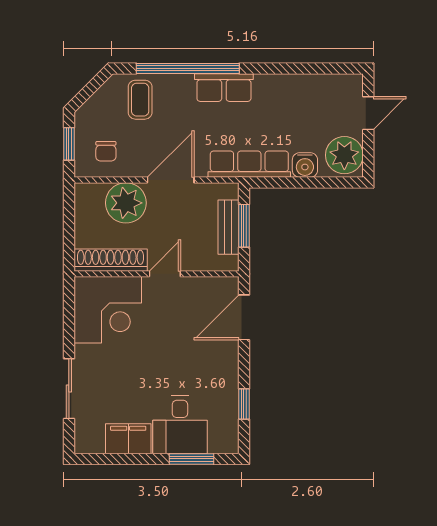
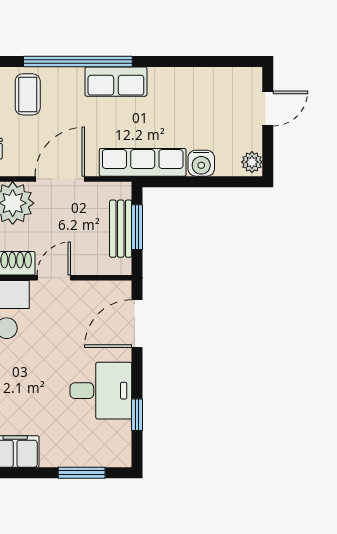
plant: (344, 155) -> (252, 162), width x0.53, depth x0.53
desk: (180, 425) -> (101, 391), moved, turned -90

